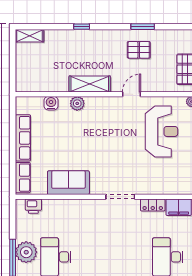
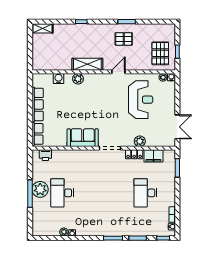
sofa: (68, 183) -> (83, 138), moved
plant: (160, 187) -> (140, 141), added

